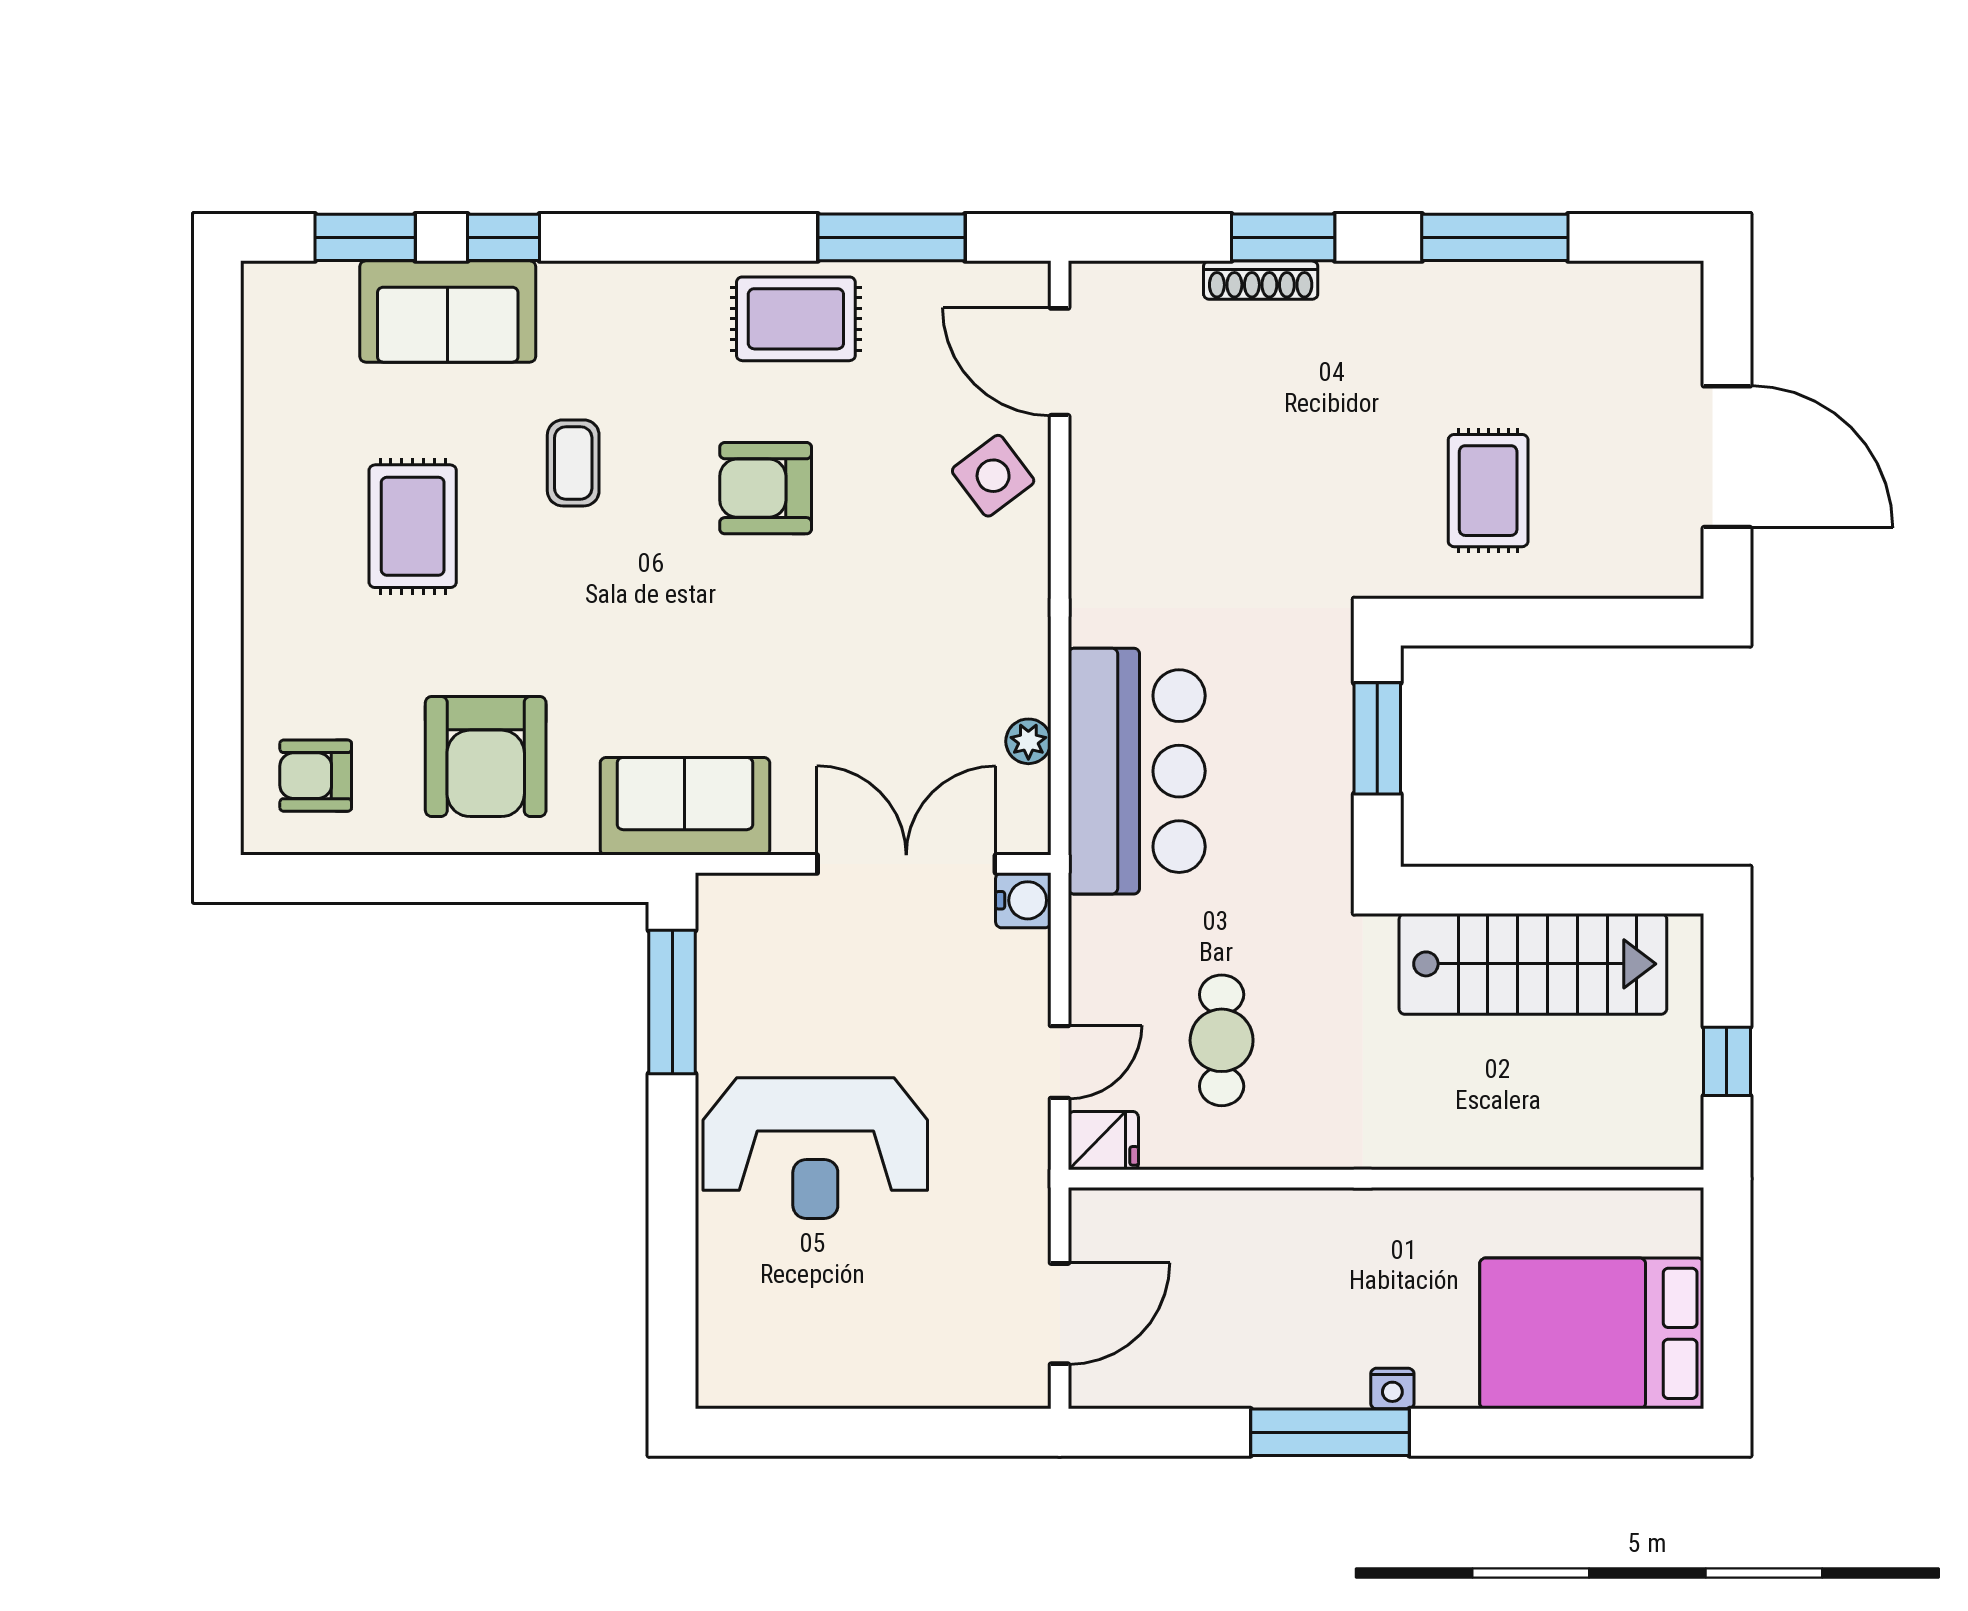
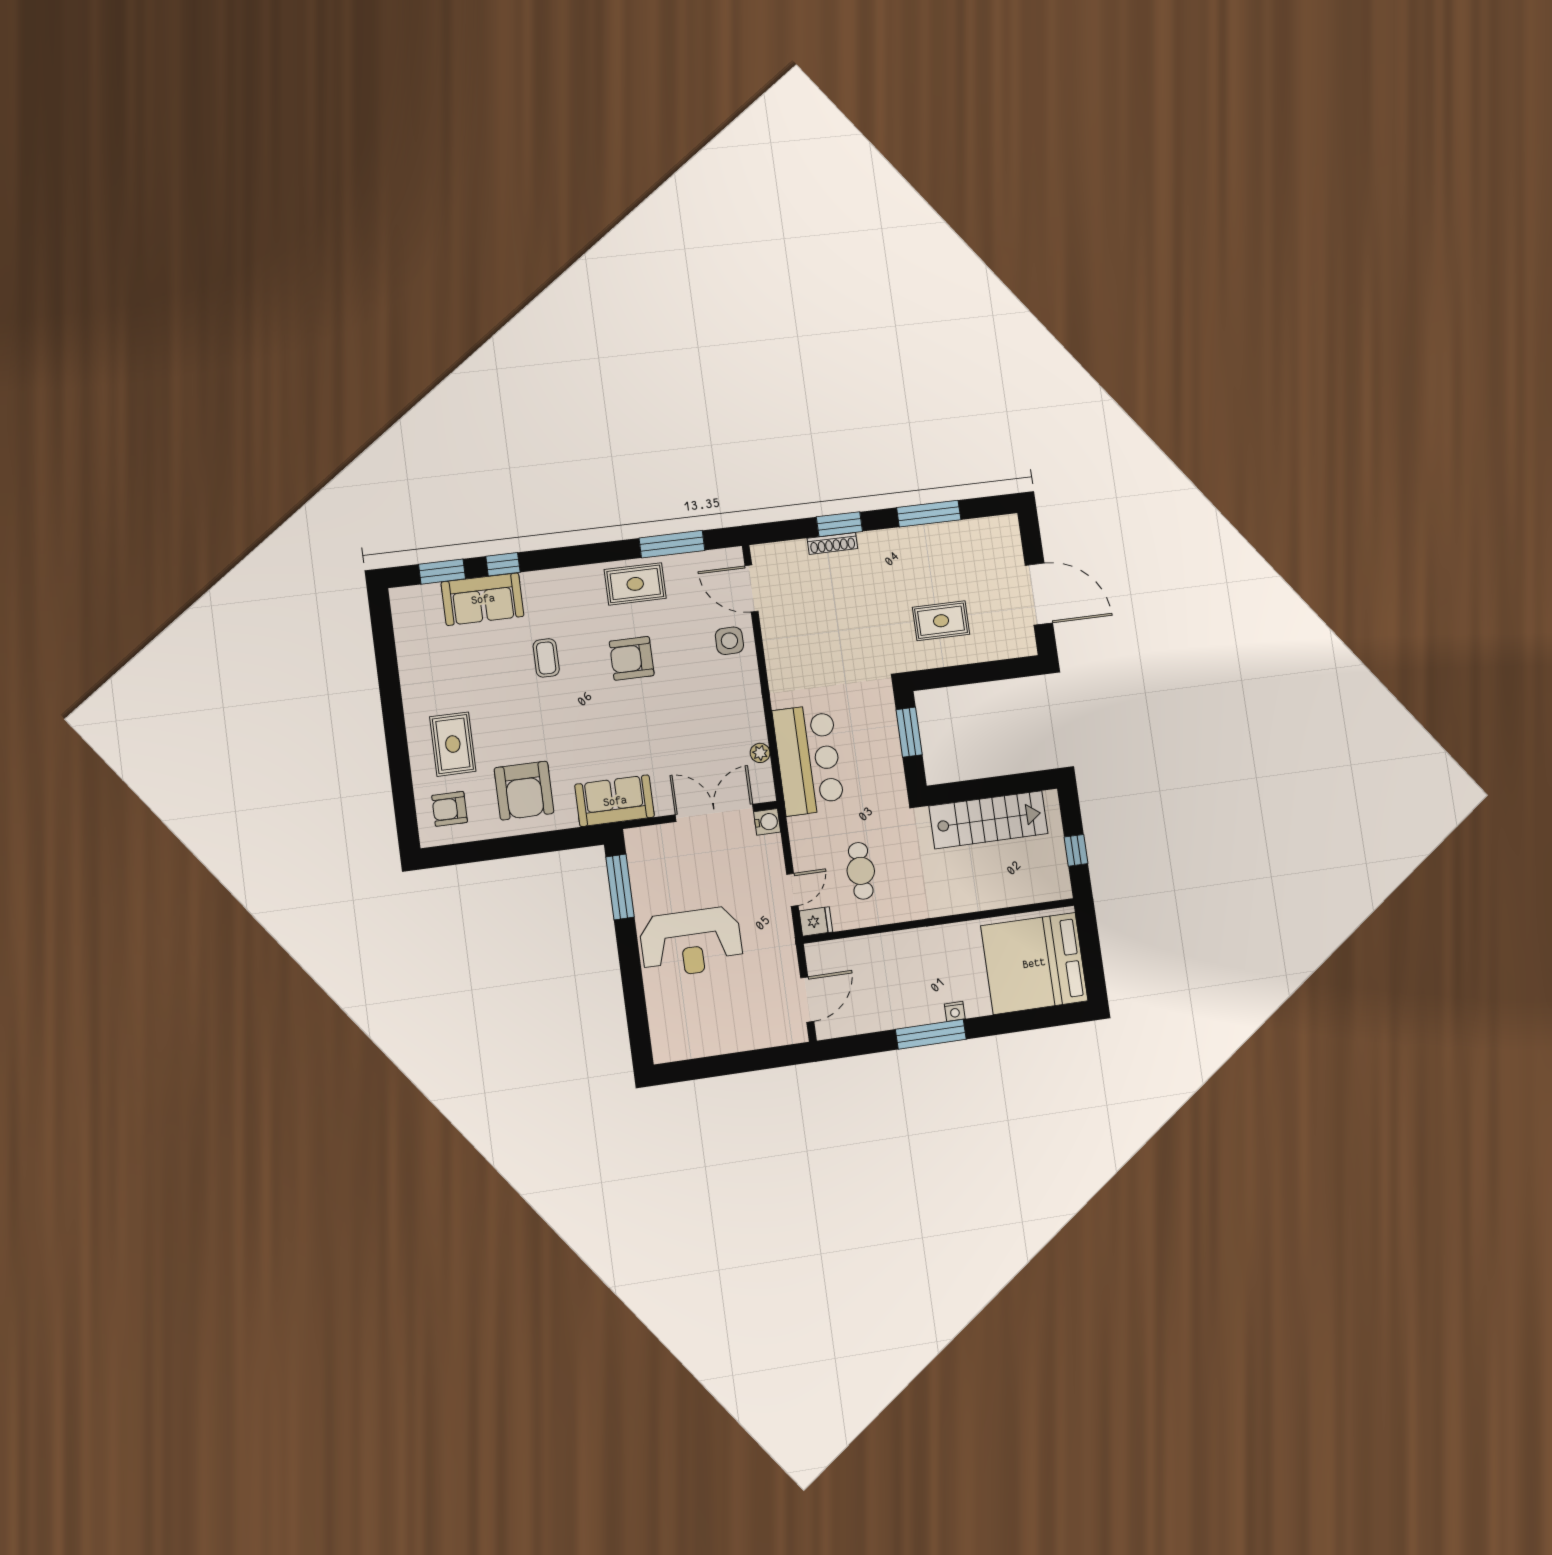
side table: (993, 476) -> (729, 641), turned 37
rug: (1488, 491) -> (941, 621), turned 90
rug: (413, 526) -> (453, 744), moved
bed: (1592, 1333) -> (1034, 963), width x1.36

